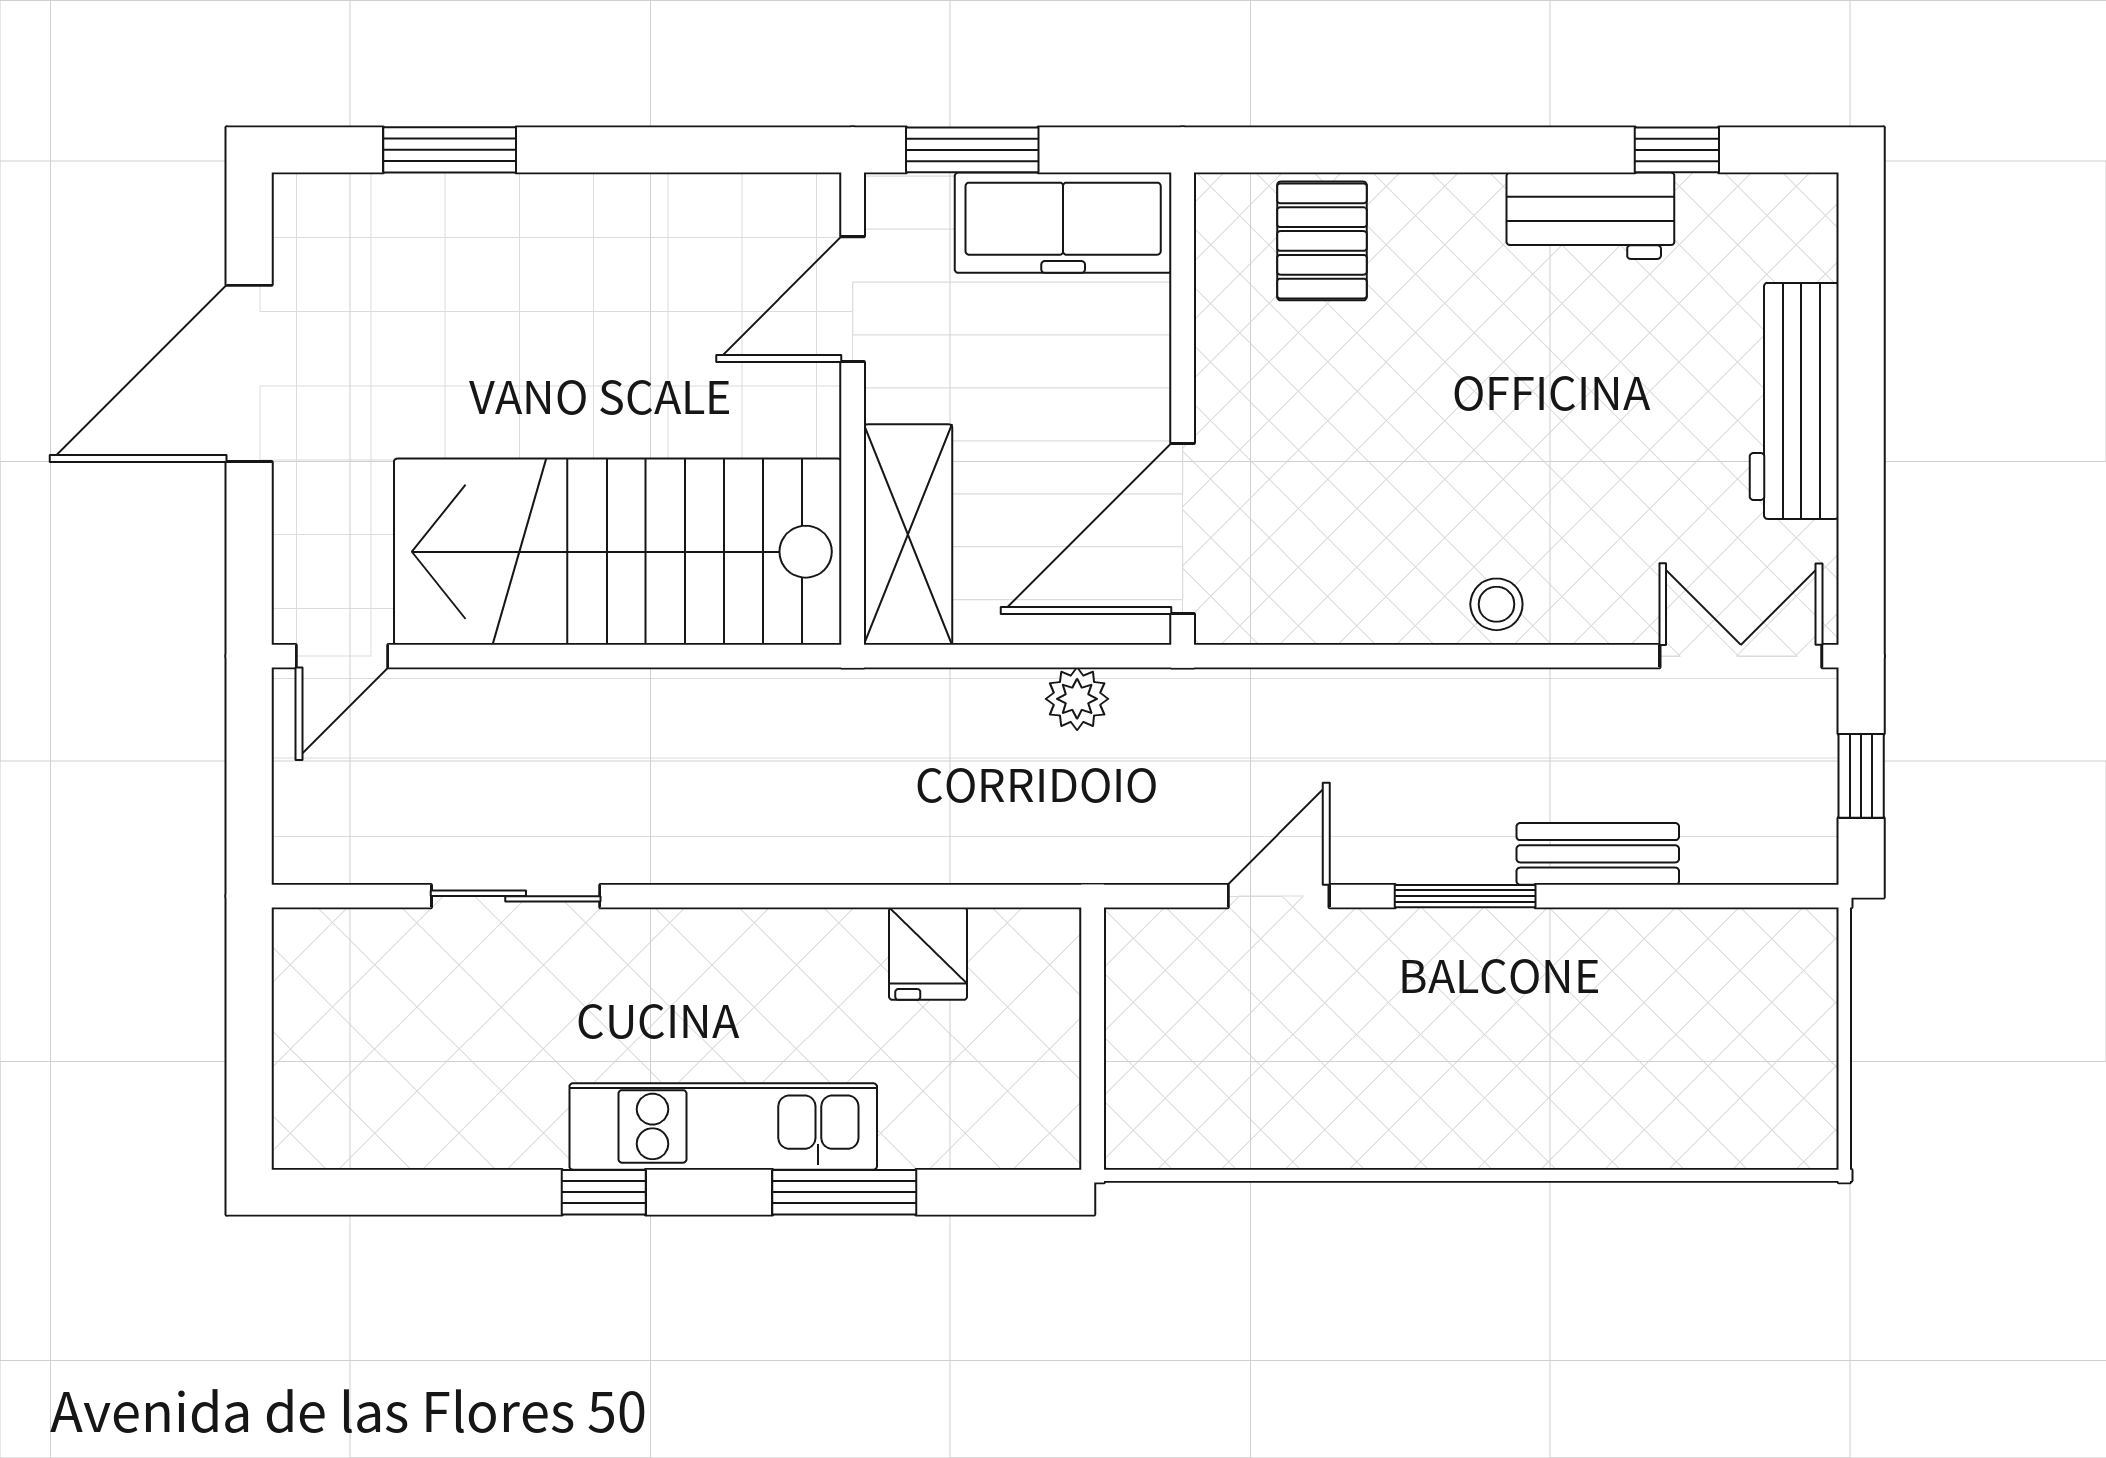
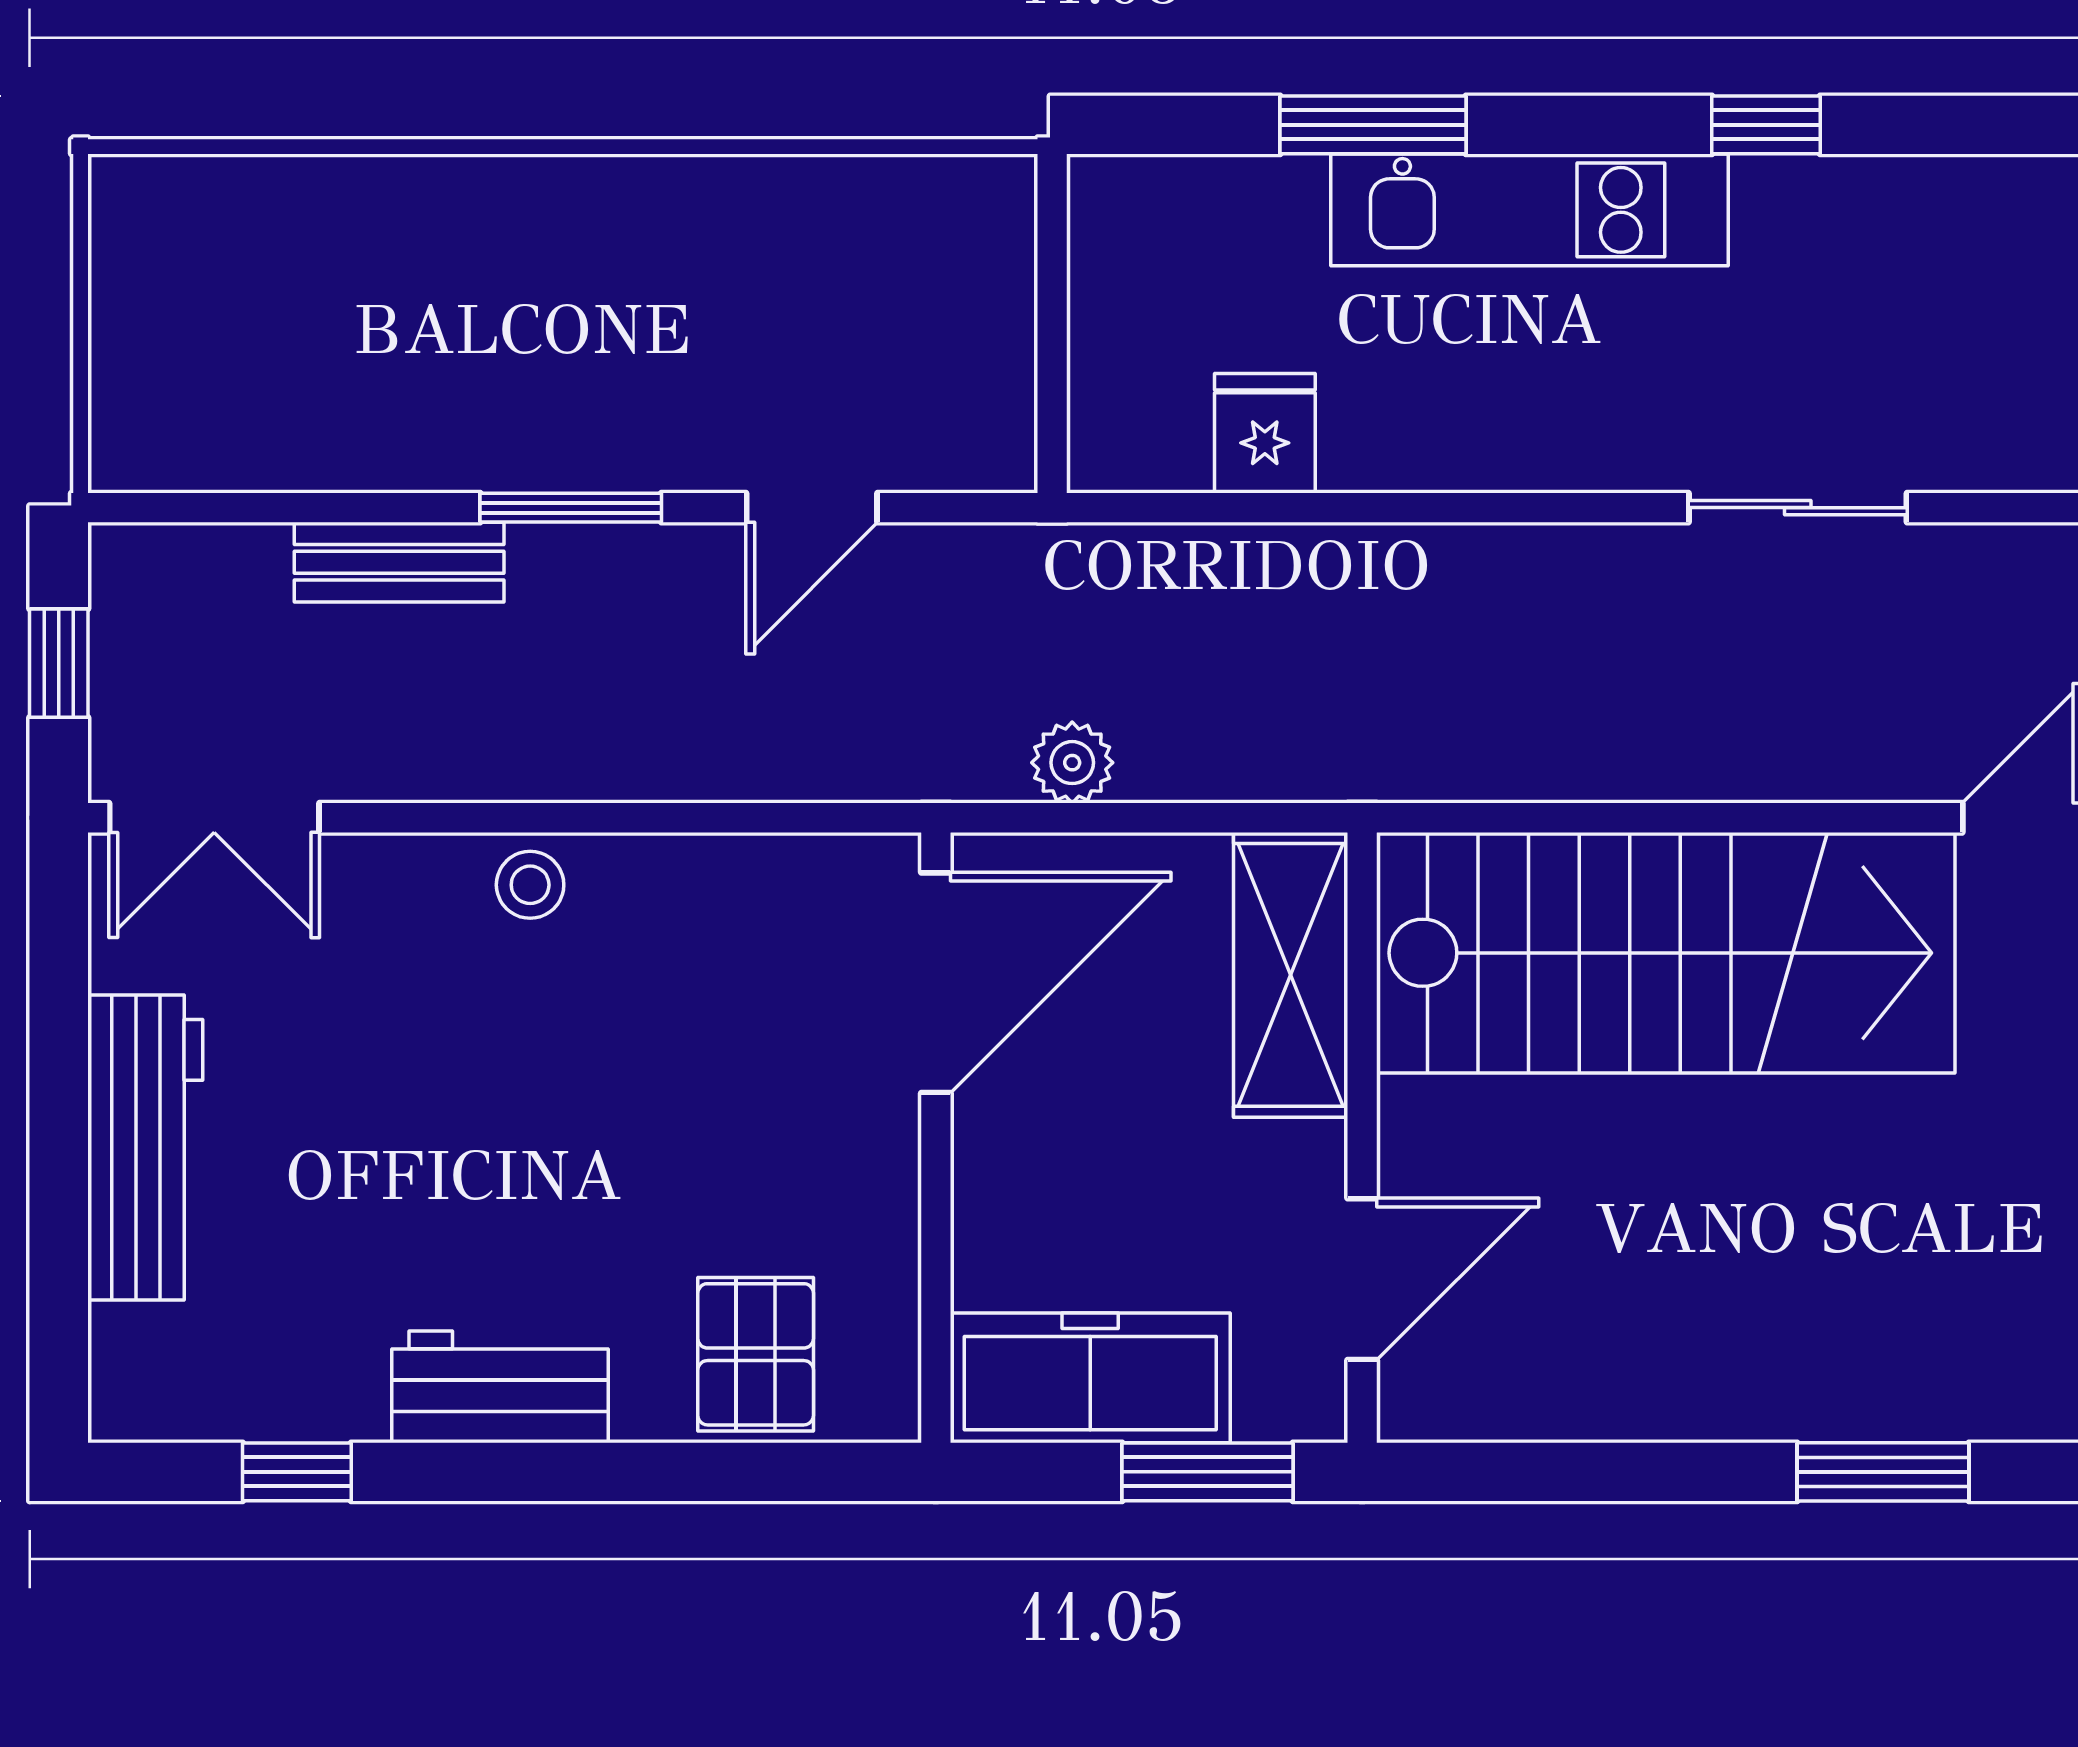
workbench: (1590, 216) -> (500, 1387), moved
window: (604, 1192) -> (1766, 125), moved

